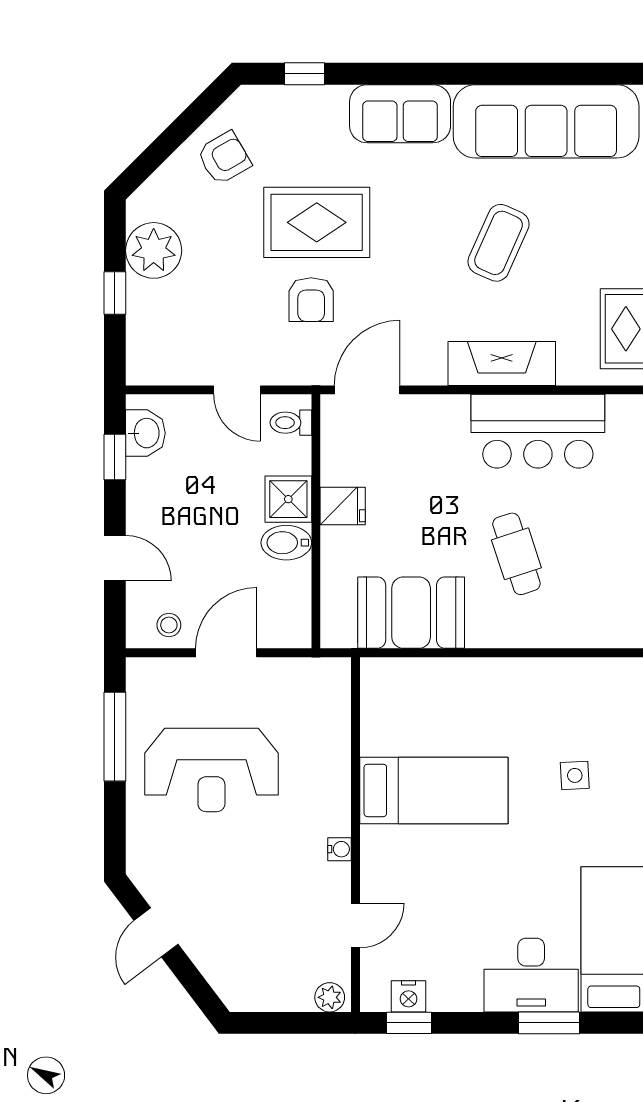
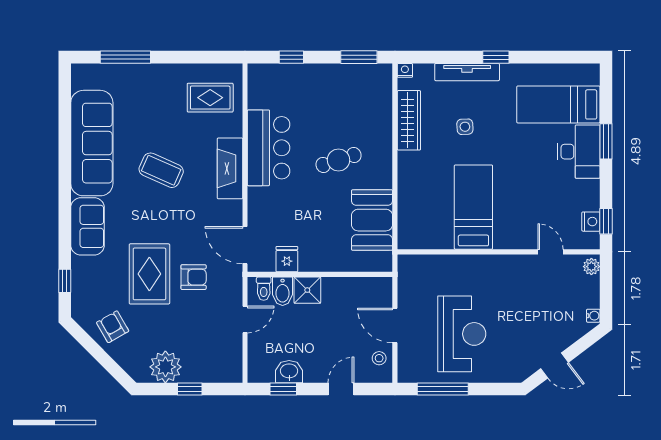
washbasin: (145, 433) -> (289, 372), moved
fridge: (343, 506) -> (287, 259), moved
bidet: (286, 543) -> (283, 291), moved
wardrobe: (586, 677) -> (409, 120), added
water cooler: (340, 849) -> (593, 316), moved, turned 90

